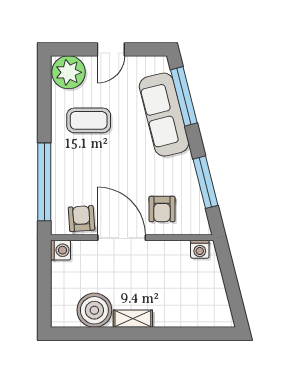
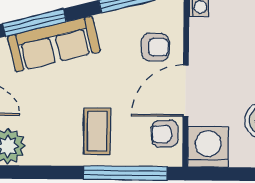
coffee table: (89, 120) -> (97, 131), moved
washing machine: (61, 250) -> (208, 147), width x1.89, depth x1.89

